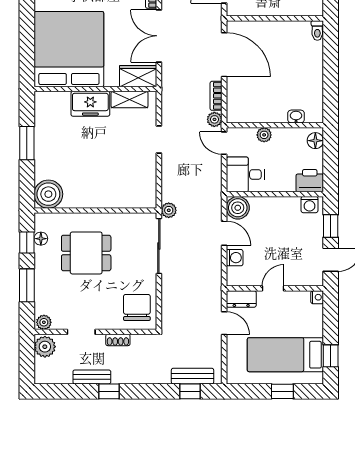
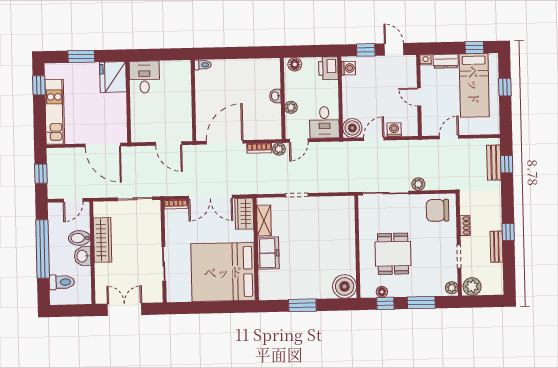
washbasin: (296, 116) -> (275, 96), moved
plant: (169, 210) -> (418, 184), moved
dresser: (241, 299) -> (446, 61), moved, turned 90

